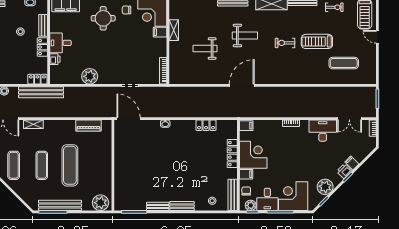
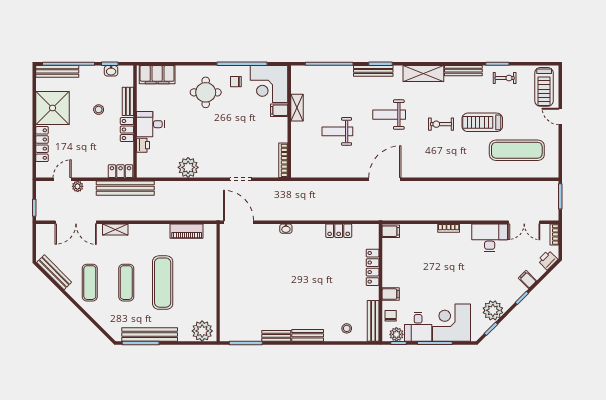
weight bench: (245, 35) -> (389, 115), turned 180
exercise mat: (344, 63) -> (517, 150), width x1.36, depth x1.45
corner desk: (253, 155) -> (400, 269), removed
printer: (344, 171) -> (548, 260), moved

